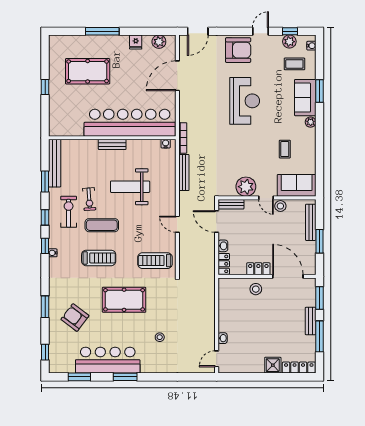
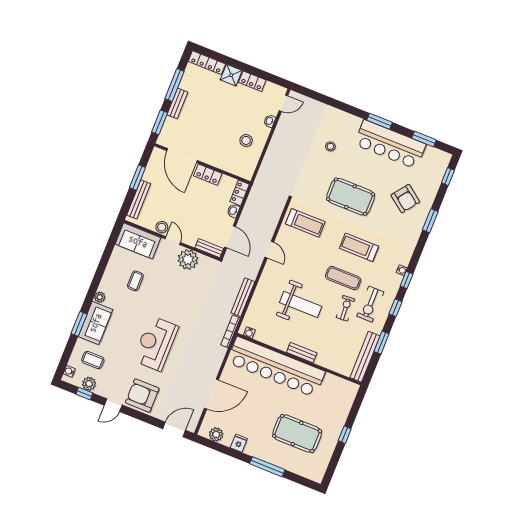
stool: (256, 289) -> (246, 140), moved
locker: (252, 367) -> (252, 81), added

